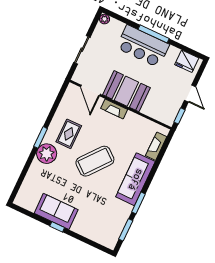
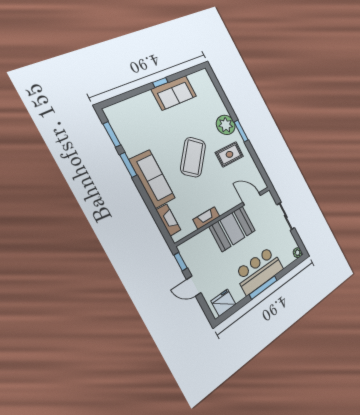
fireplace: (114, 109) -> (206, 218), moved
rug: (69, 134) -> (229, 154), turned 90

